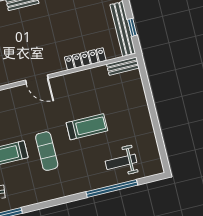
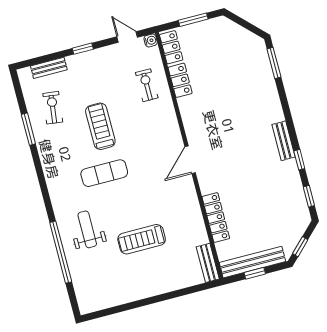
treadmill: (87, 127) -> (142, 239), moved, turned 90
weight bench: (121, 162) -> (87, 229), moved

